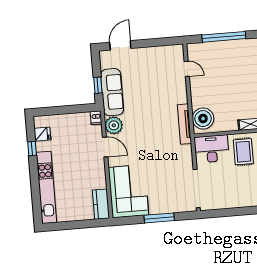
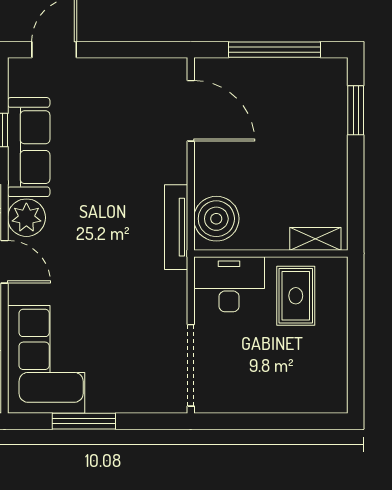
door: (187, 69) -> (191, 111), width x1.87
window: (159, 218) -> (84, 421), moved

